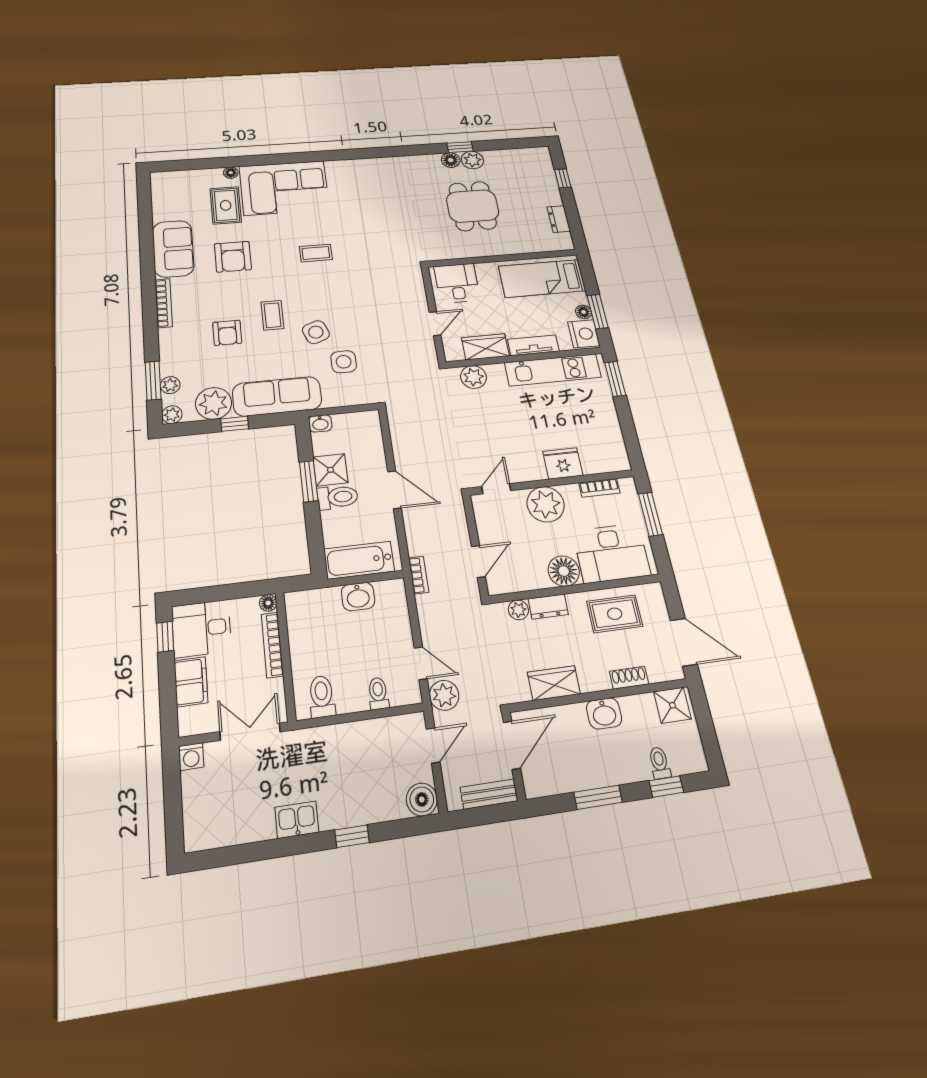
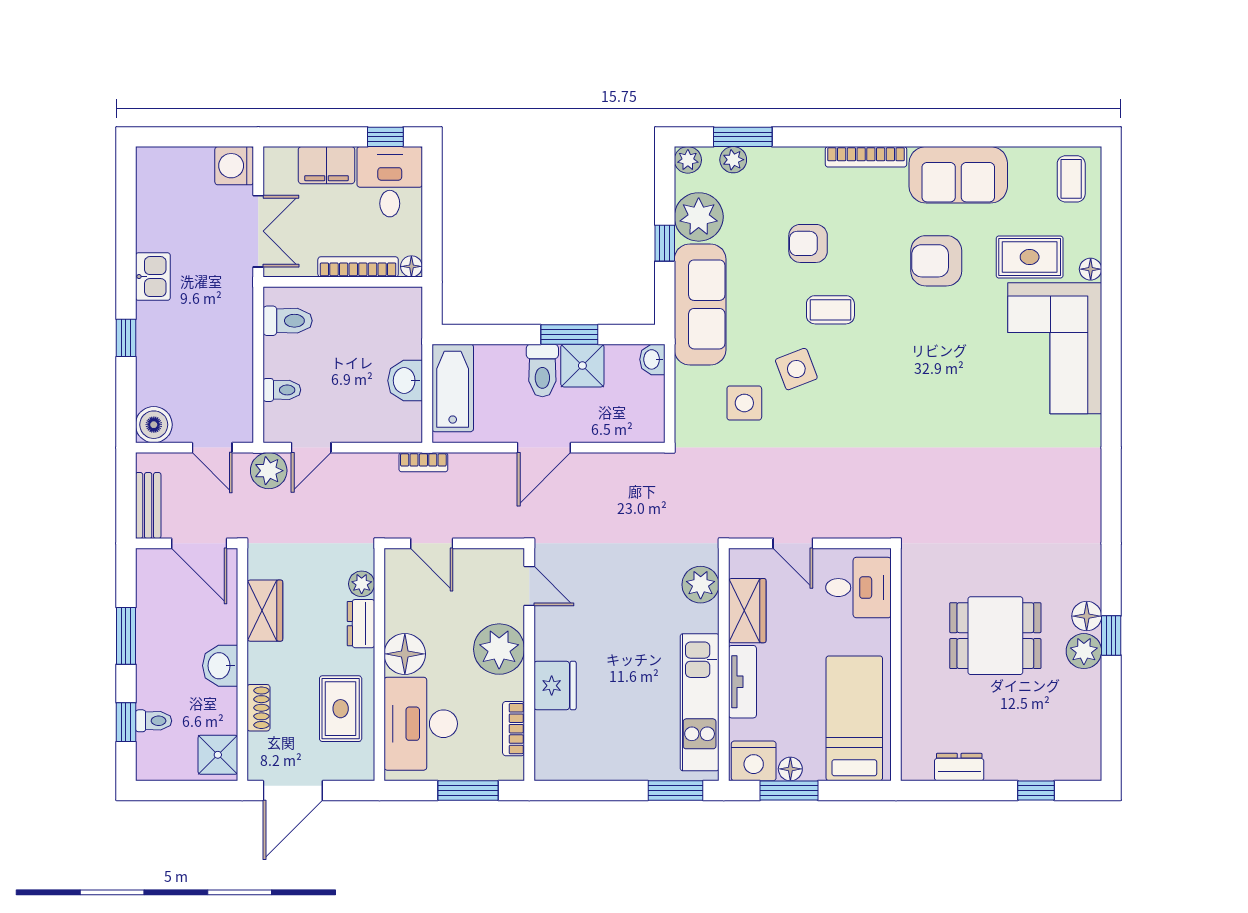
coffee table: (316, 253) -> (1071, 179), moved
washing machine: (191, 757) -> (234, 166), width x1.38, depth x1.38

